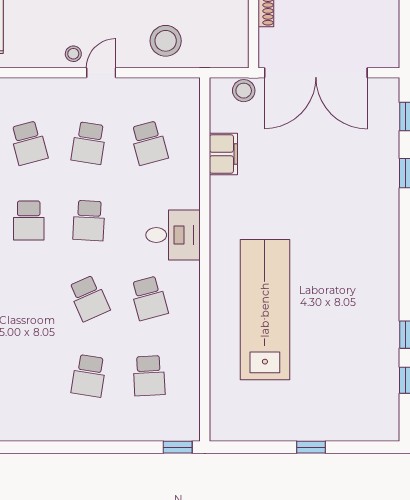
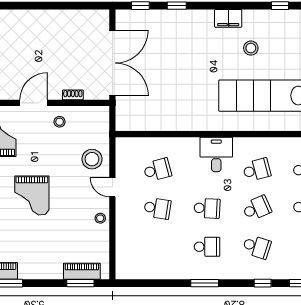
door: (101, 73) -> (112, 187), moved
stool: (244, 91) -> (251, 48), moved
school desk: (29, 143) -> (257, 247), moved, turned 33
filing cabinet: (223, 154) -> (228, 18), moved, turned 180

